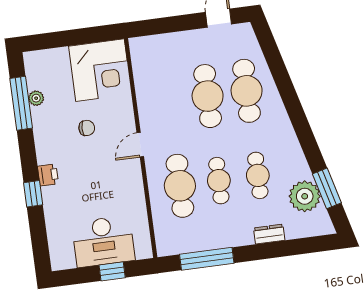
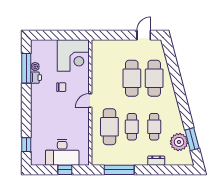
printer: (48, 175) -> (36, 78), moved
window: (33, 194) -> (26, 145), moved

